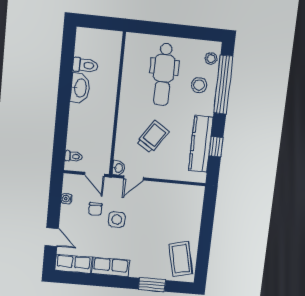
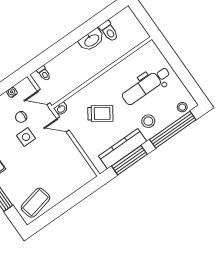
stool: (199, 85) -> (148, 121), moved
window: (216, 147) -> (129, 160), width x2.17
door: (95, 174) -> (44, 97), hinge flipped

